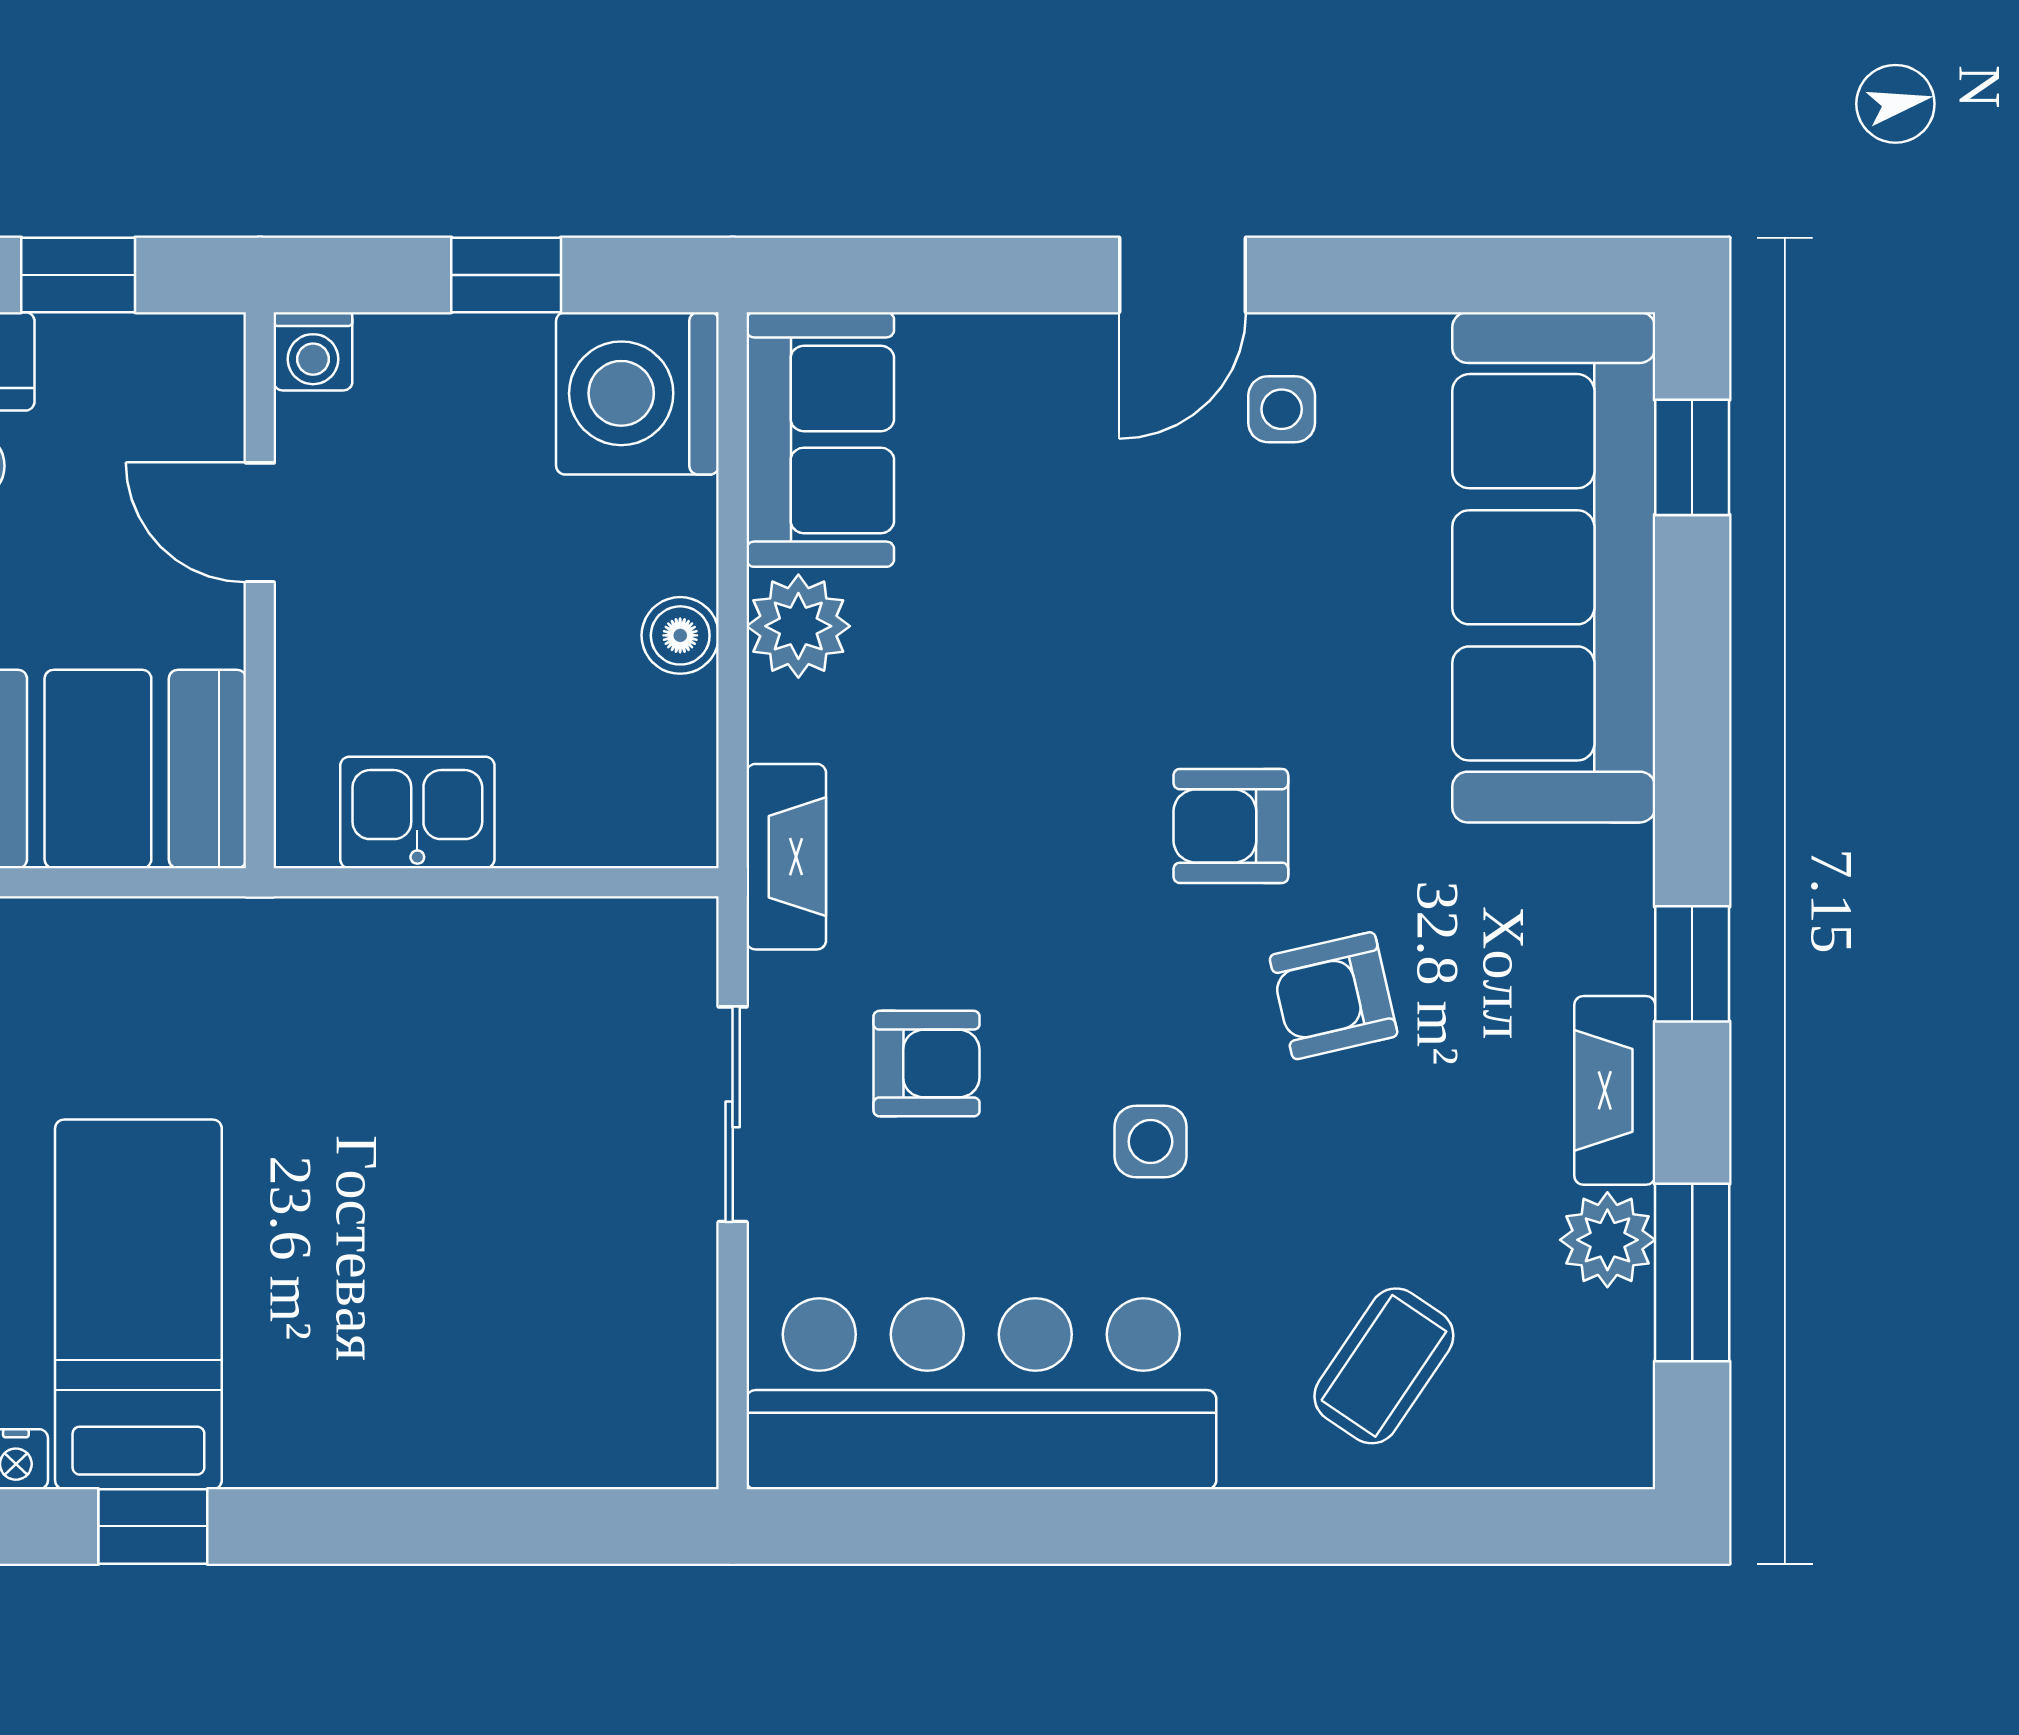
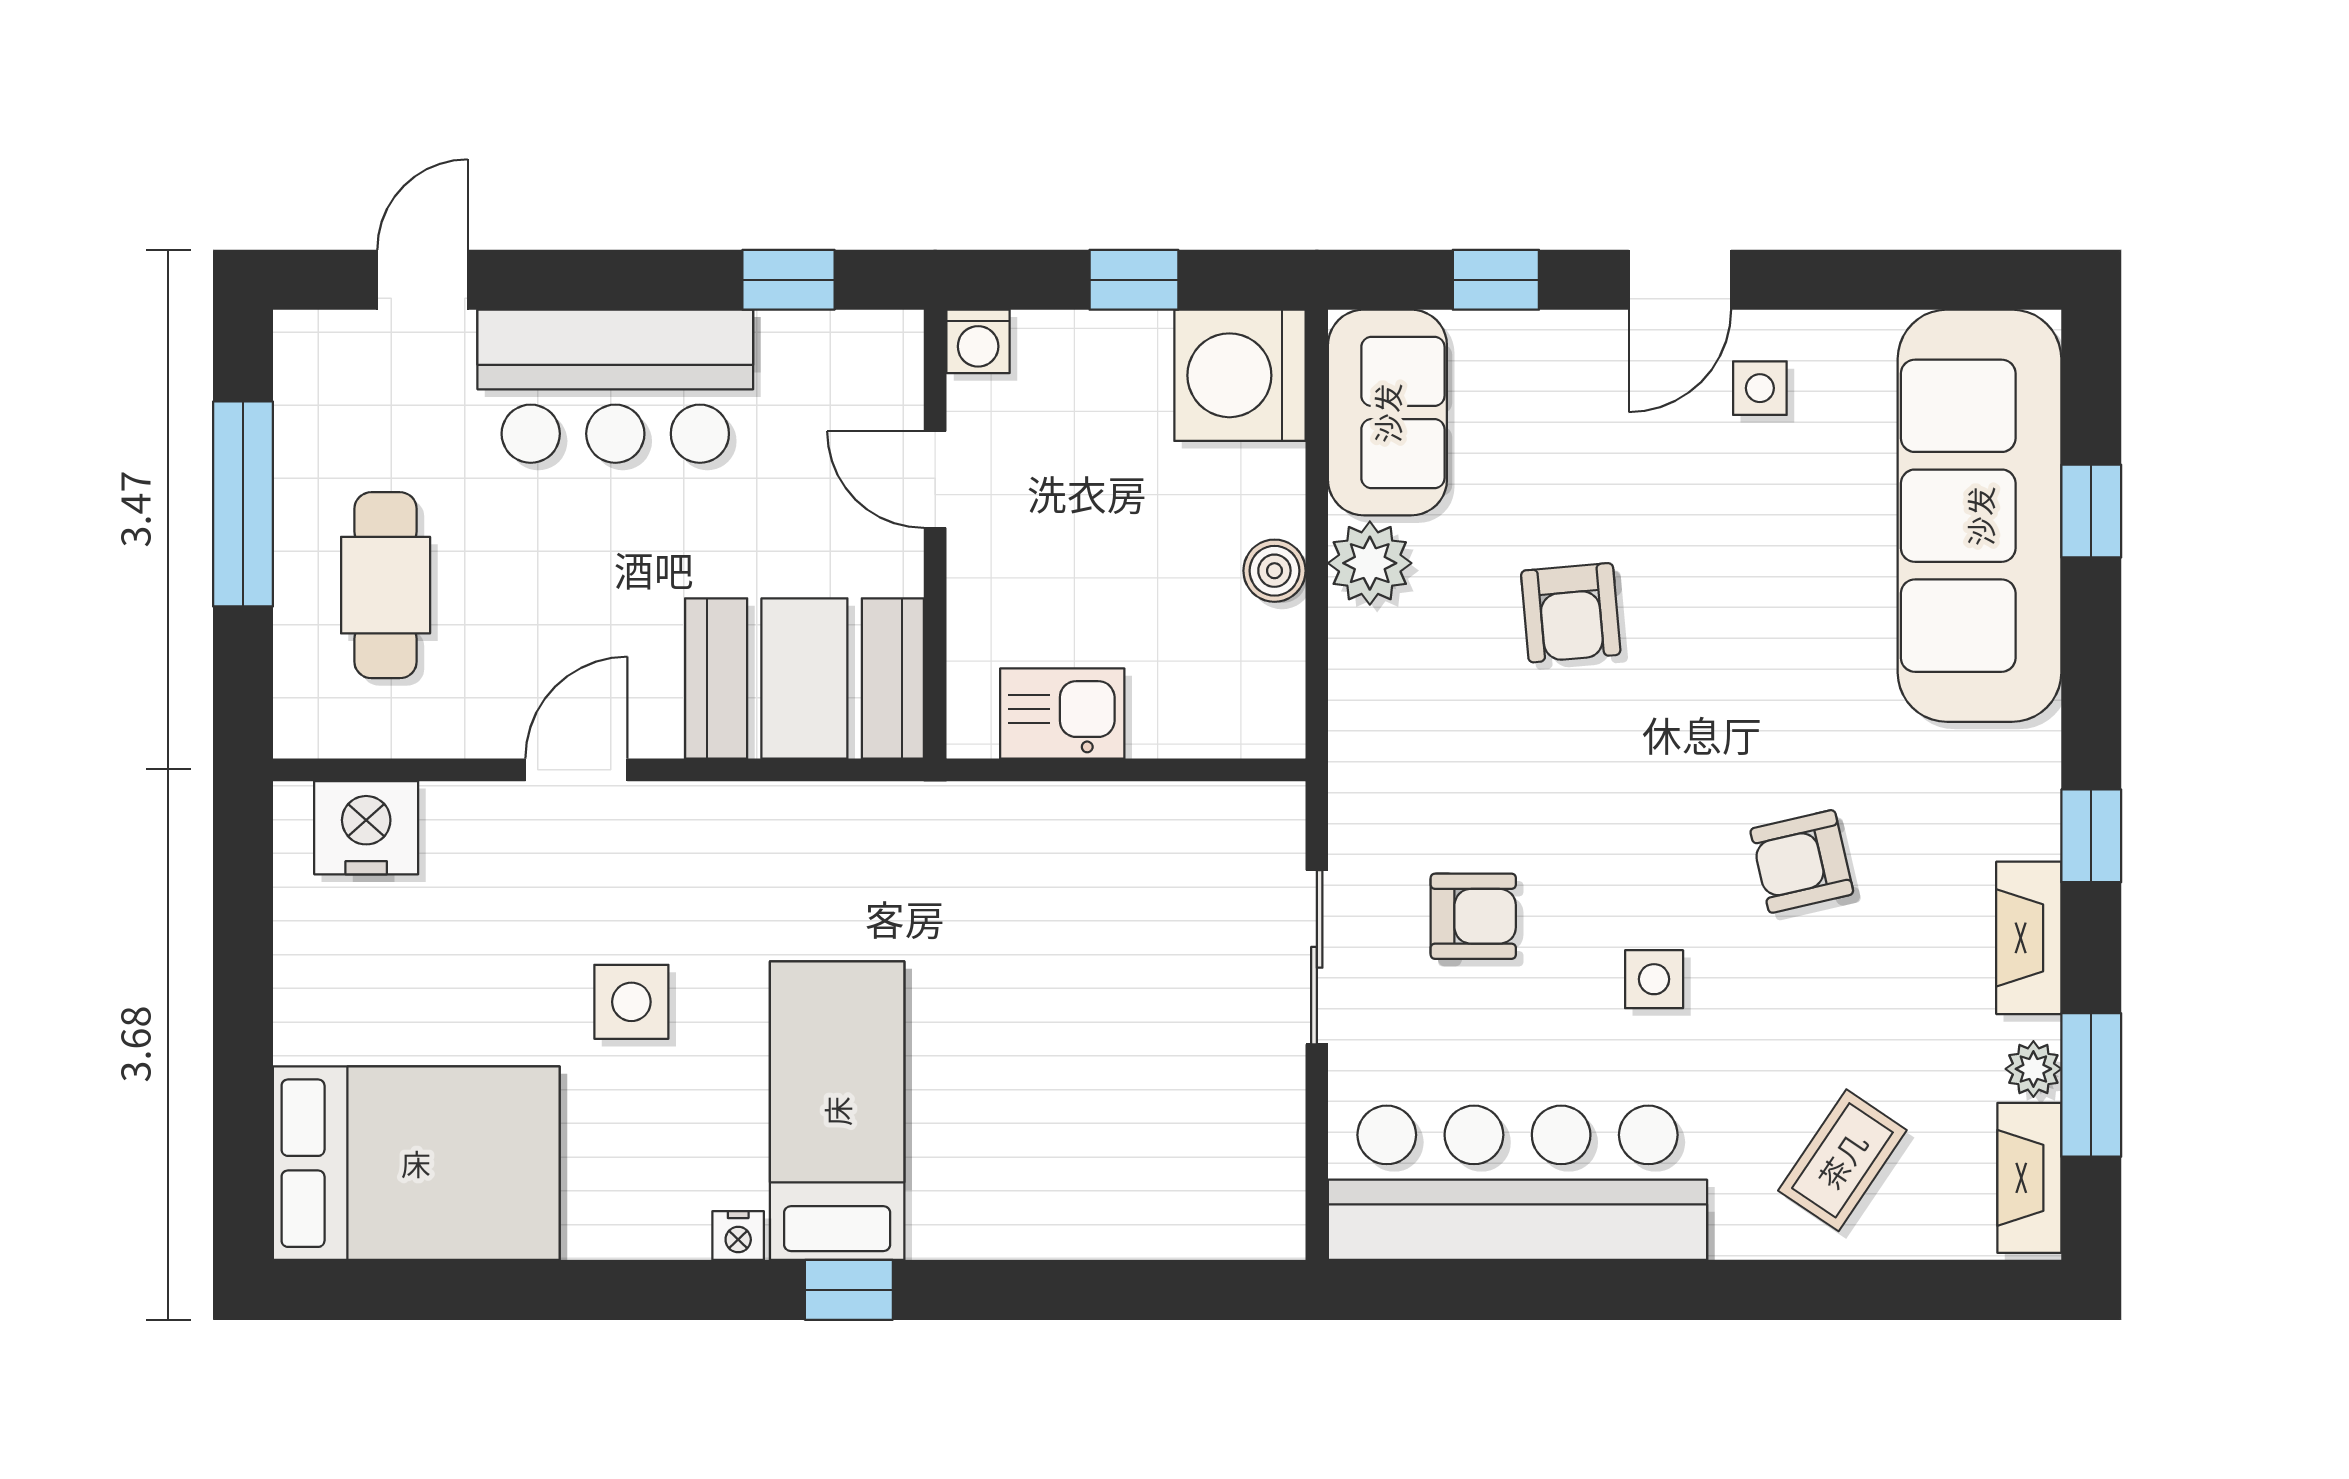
window: (955, 275) -> (1496, 280), added
window: (1692, 457) -> (2091, 511), moved
armchair: (1231, 826) -> (1571, 613), moved, turned -95
fireplace: (786, 857) -> (2029, 1178), moved, turned 180
plant: (1607, 1240) -> (2033, 1069), width x0.73, depth x0.73

